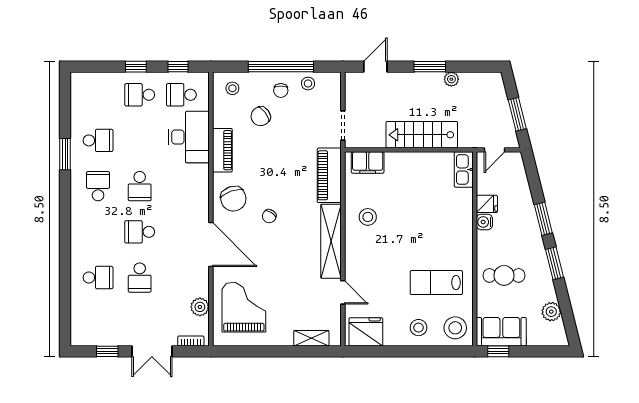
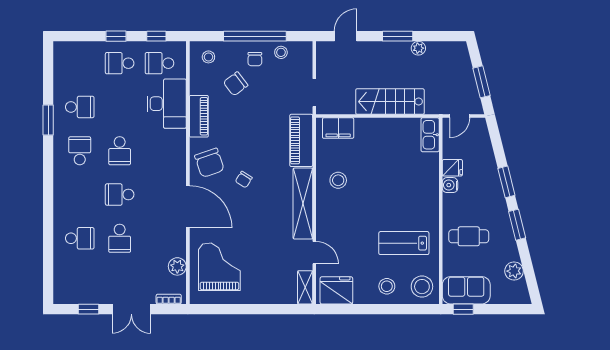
shelving: (311, 338) -> (305, 287), moved, turned 90

